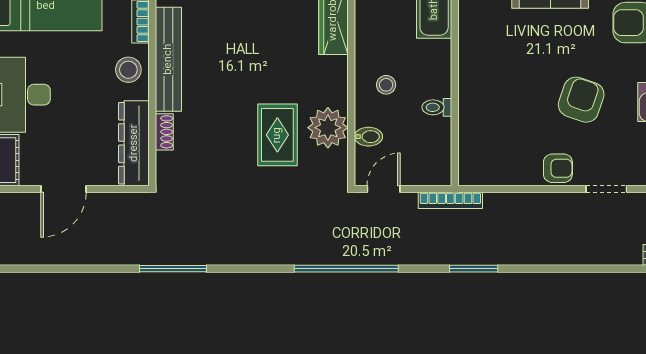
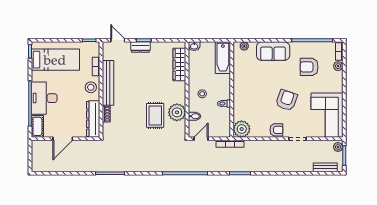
plant: (477, 166) -> (242, 129), added

